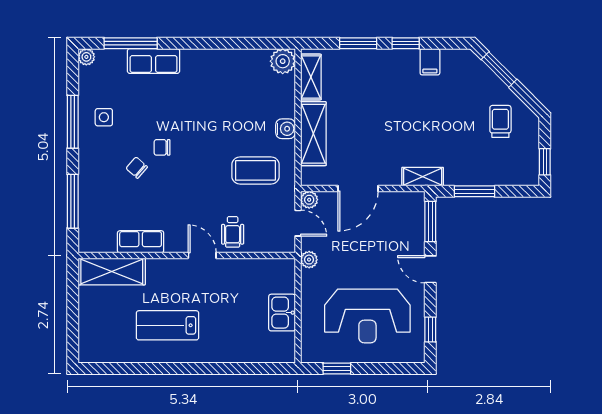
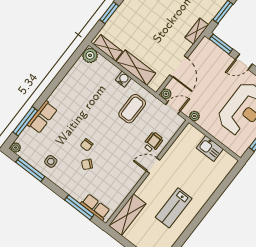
window: (73, 122) -> (30, 169), moved
wheelchair: (233, 232) -> (153, 142), turned -90
row of seats: (141, 242) -> (95, 207), moved, turned 90

